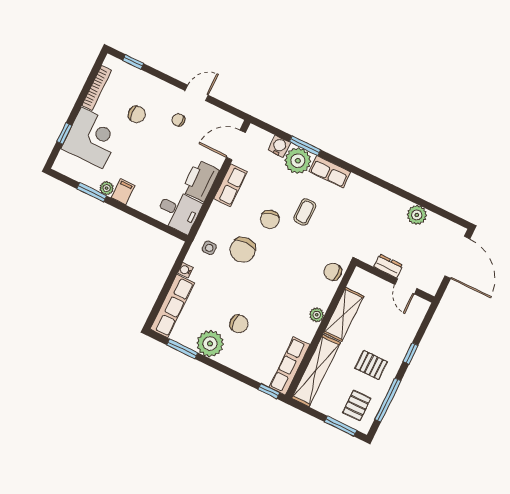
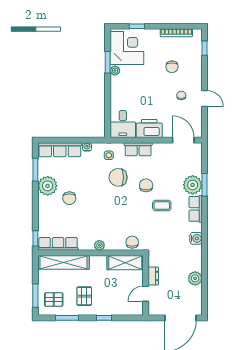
corner desk: (92, 138) -> (127, 48), moved, turned -90
water cooler: (279, 146) -> (196, 238), moved
row of seats: (231, 185) -> (138, 149), moved
filing cabinet: (123, 192) -> (118, 82), removed
chair: (270, 219) -> (146, 185), turned 106
shelving: (344, 314) -> (125, 263), moved
window: (388, 400) -> (67, 318), width x0.69

